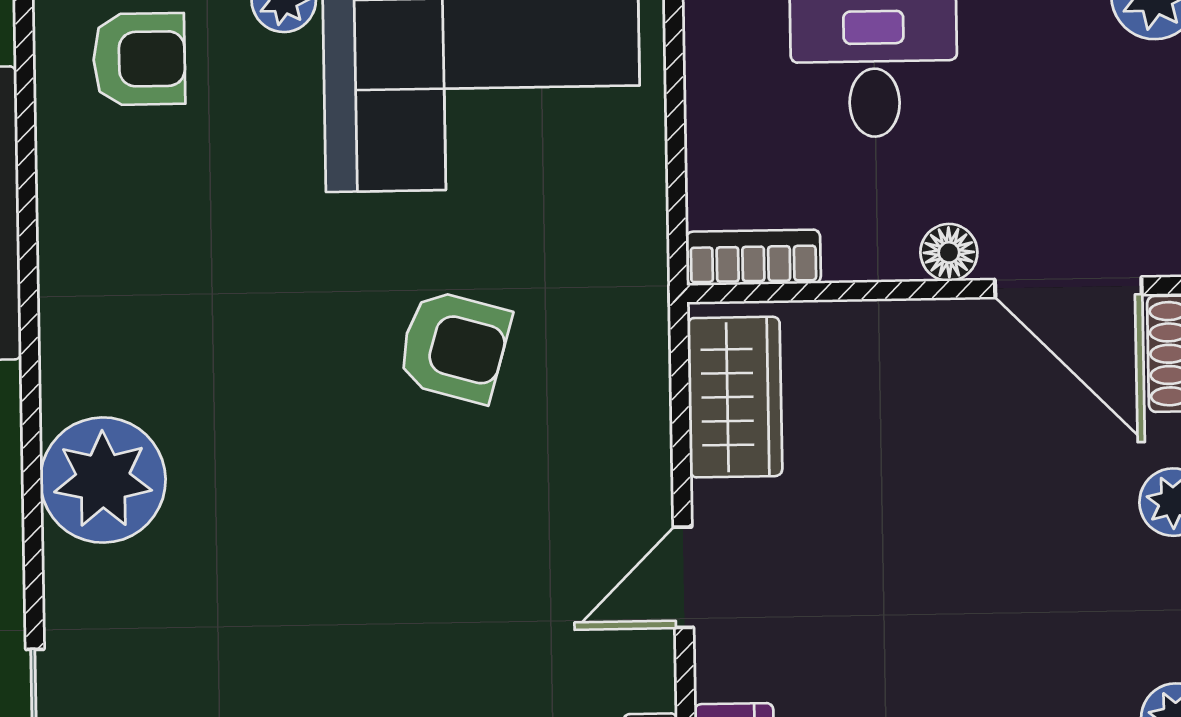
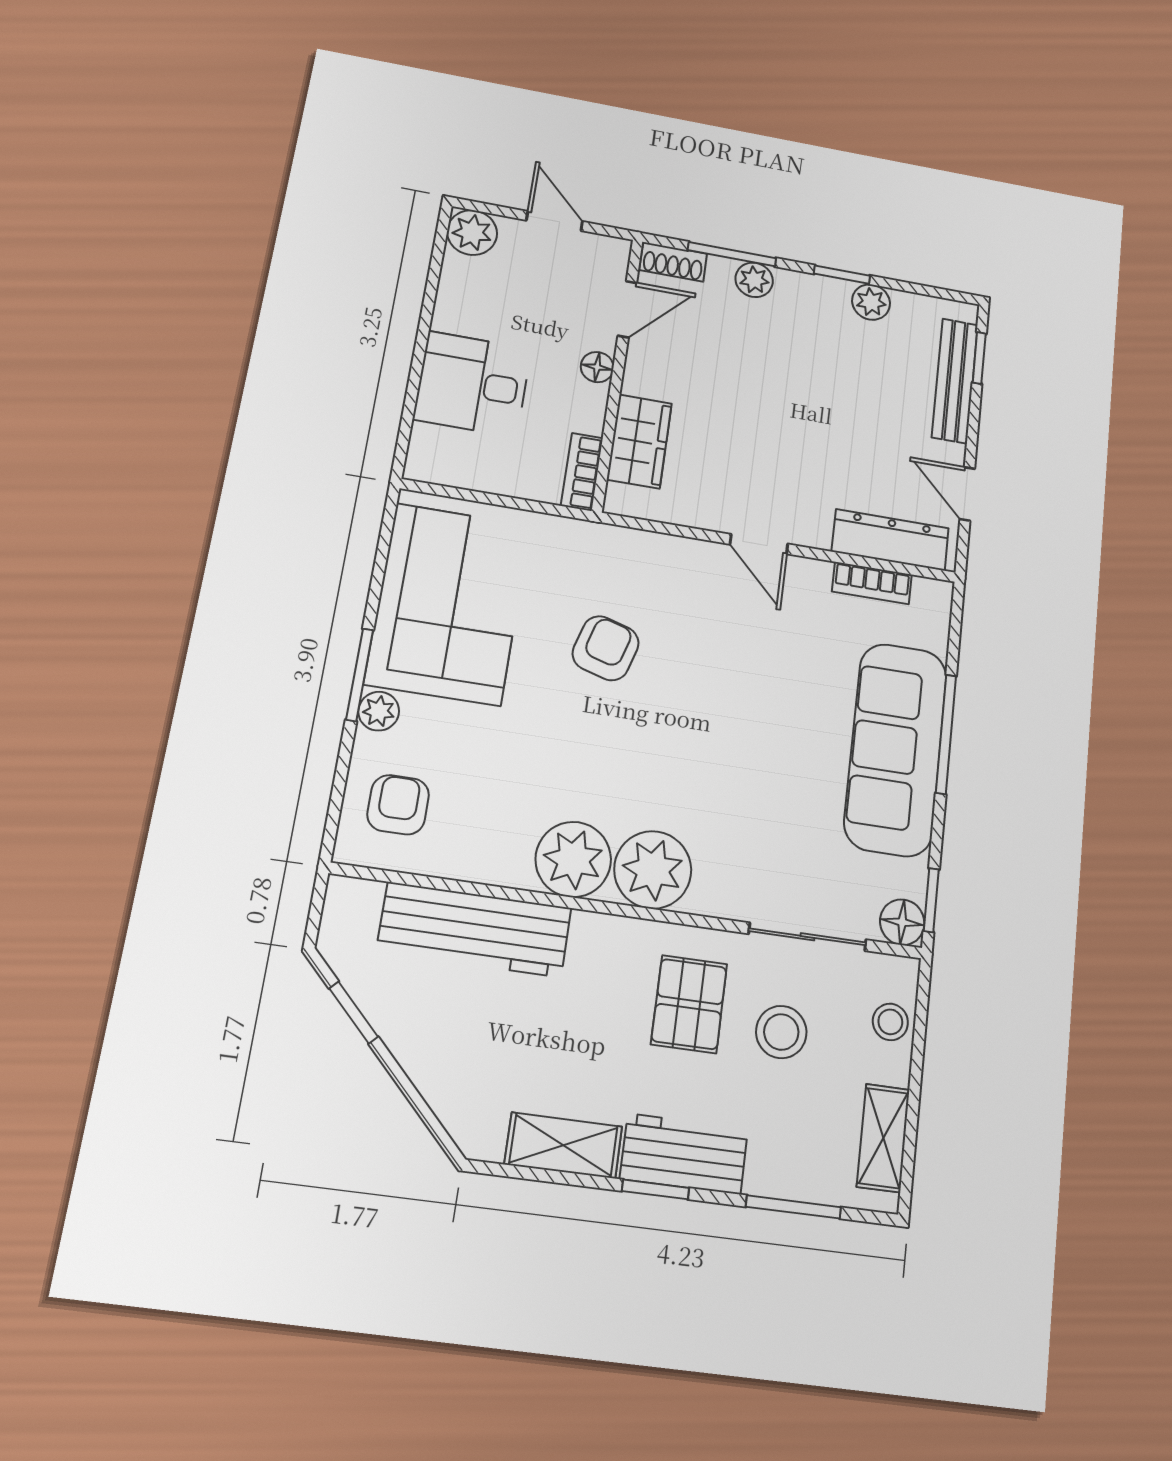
door: (1068, 287) -> (627, 309), width x0.73
plant: (99, 350) -> (573, 859), added
wardrobe: (735, 397) -> (639, 441), moved, turned 90

